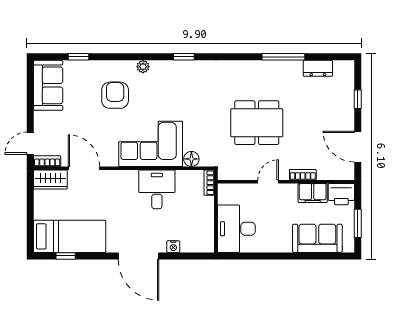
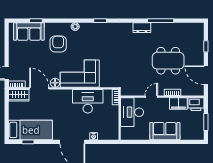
dresser: (318, 68) -> (142, 28), moved
sofa: (48, 85) -> (29, 32), moved, turned 90
dining table: (257, 123) -> (168, 61), moved
floor lamp: (191, 159) -> (55, 83), moved
desk: (157, 189) -> (88, 101), width x1.37
desk: (236, 229) -> (132, 112), moved
sofa: (317, 238) -> (165, 131), moved

